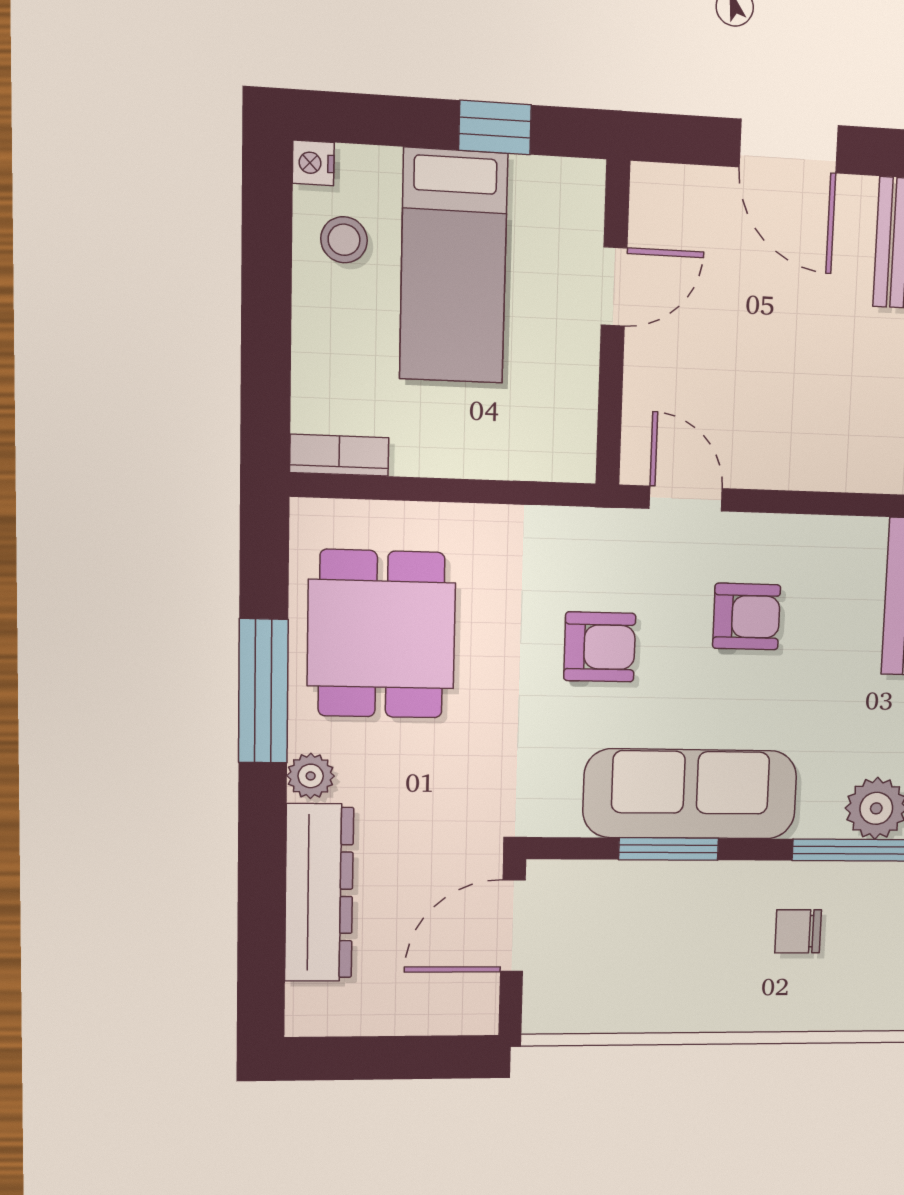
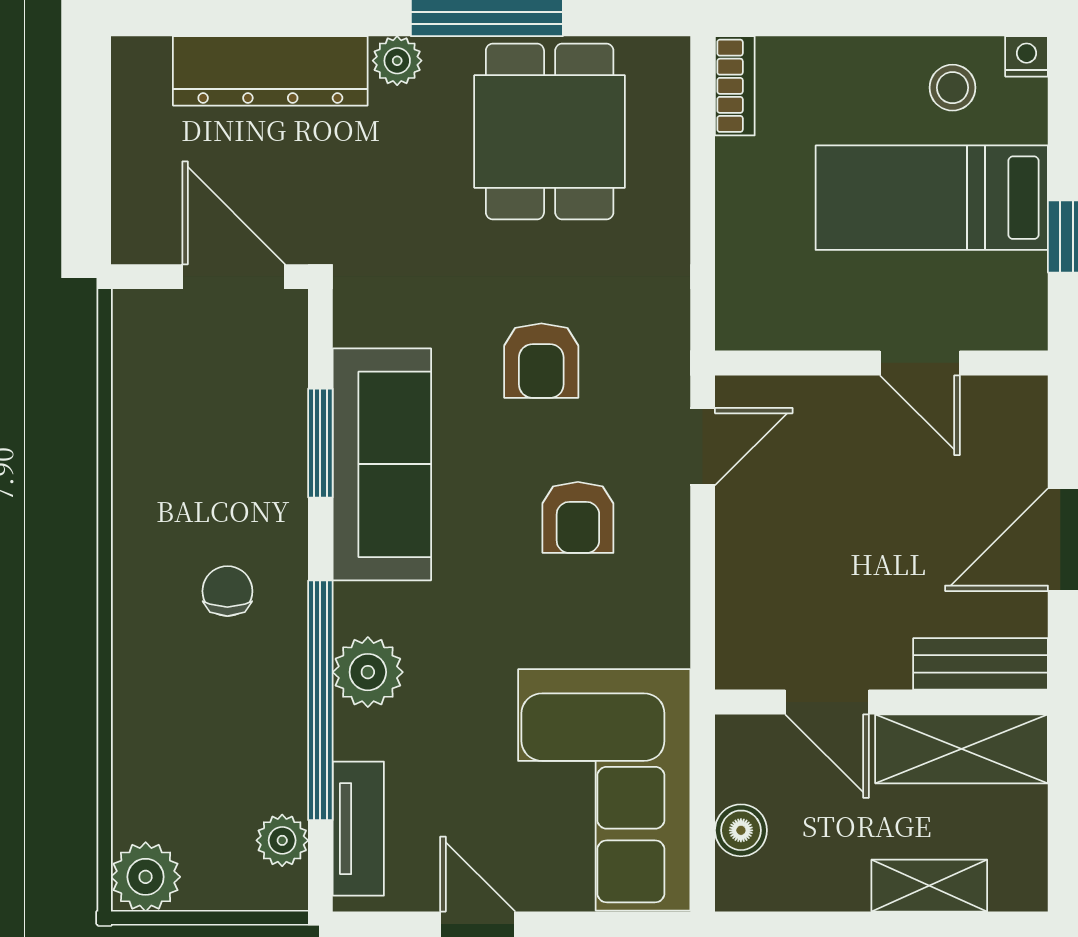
dining table: (381, 634) -> (550, 132), turned 90

